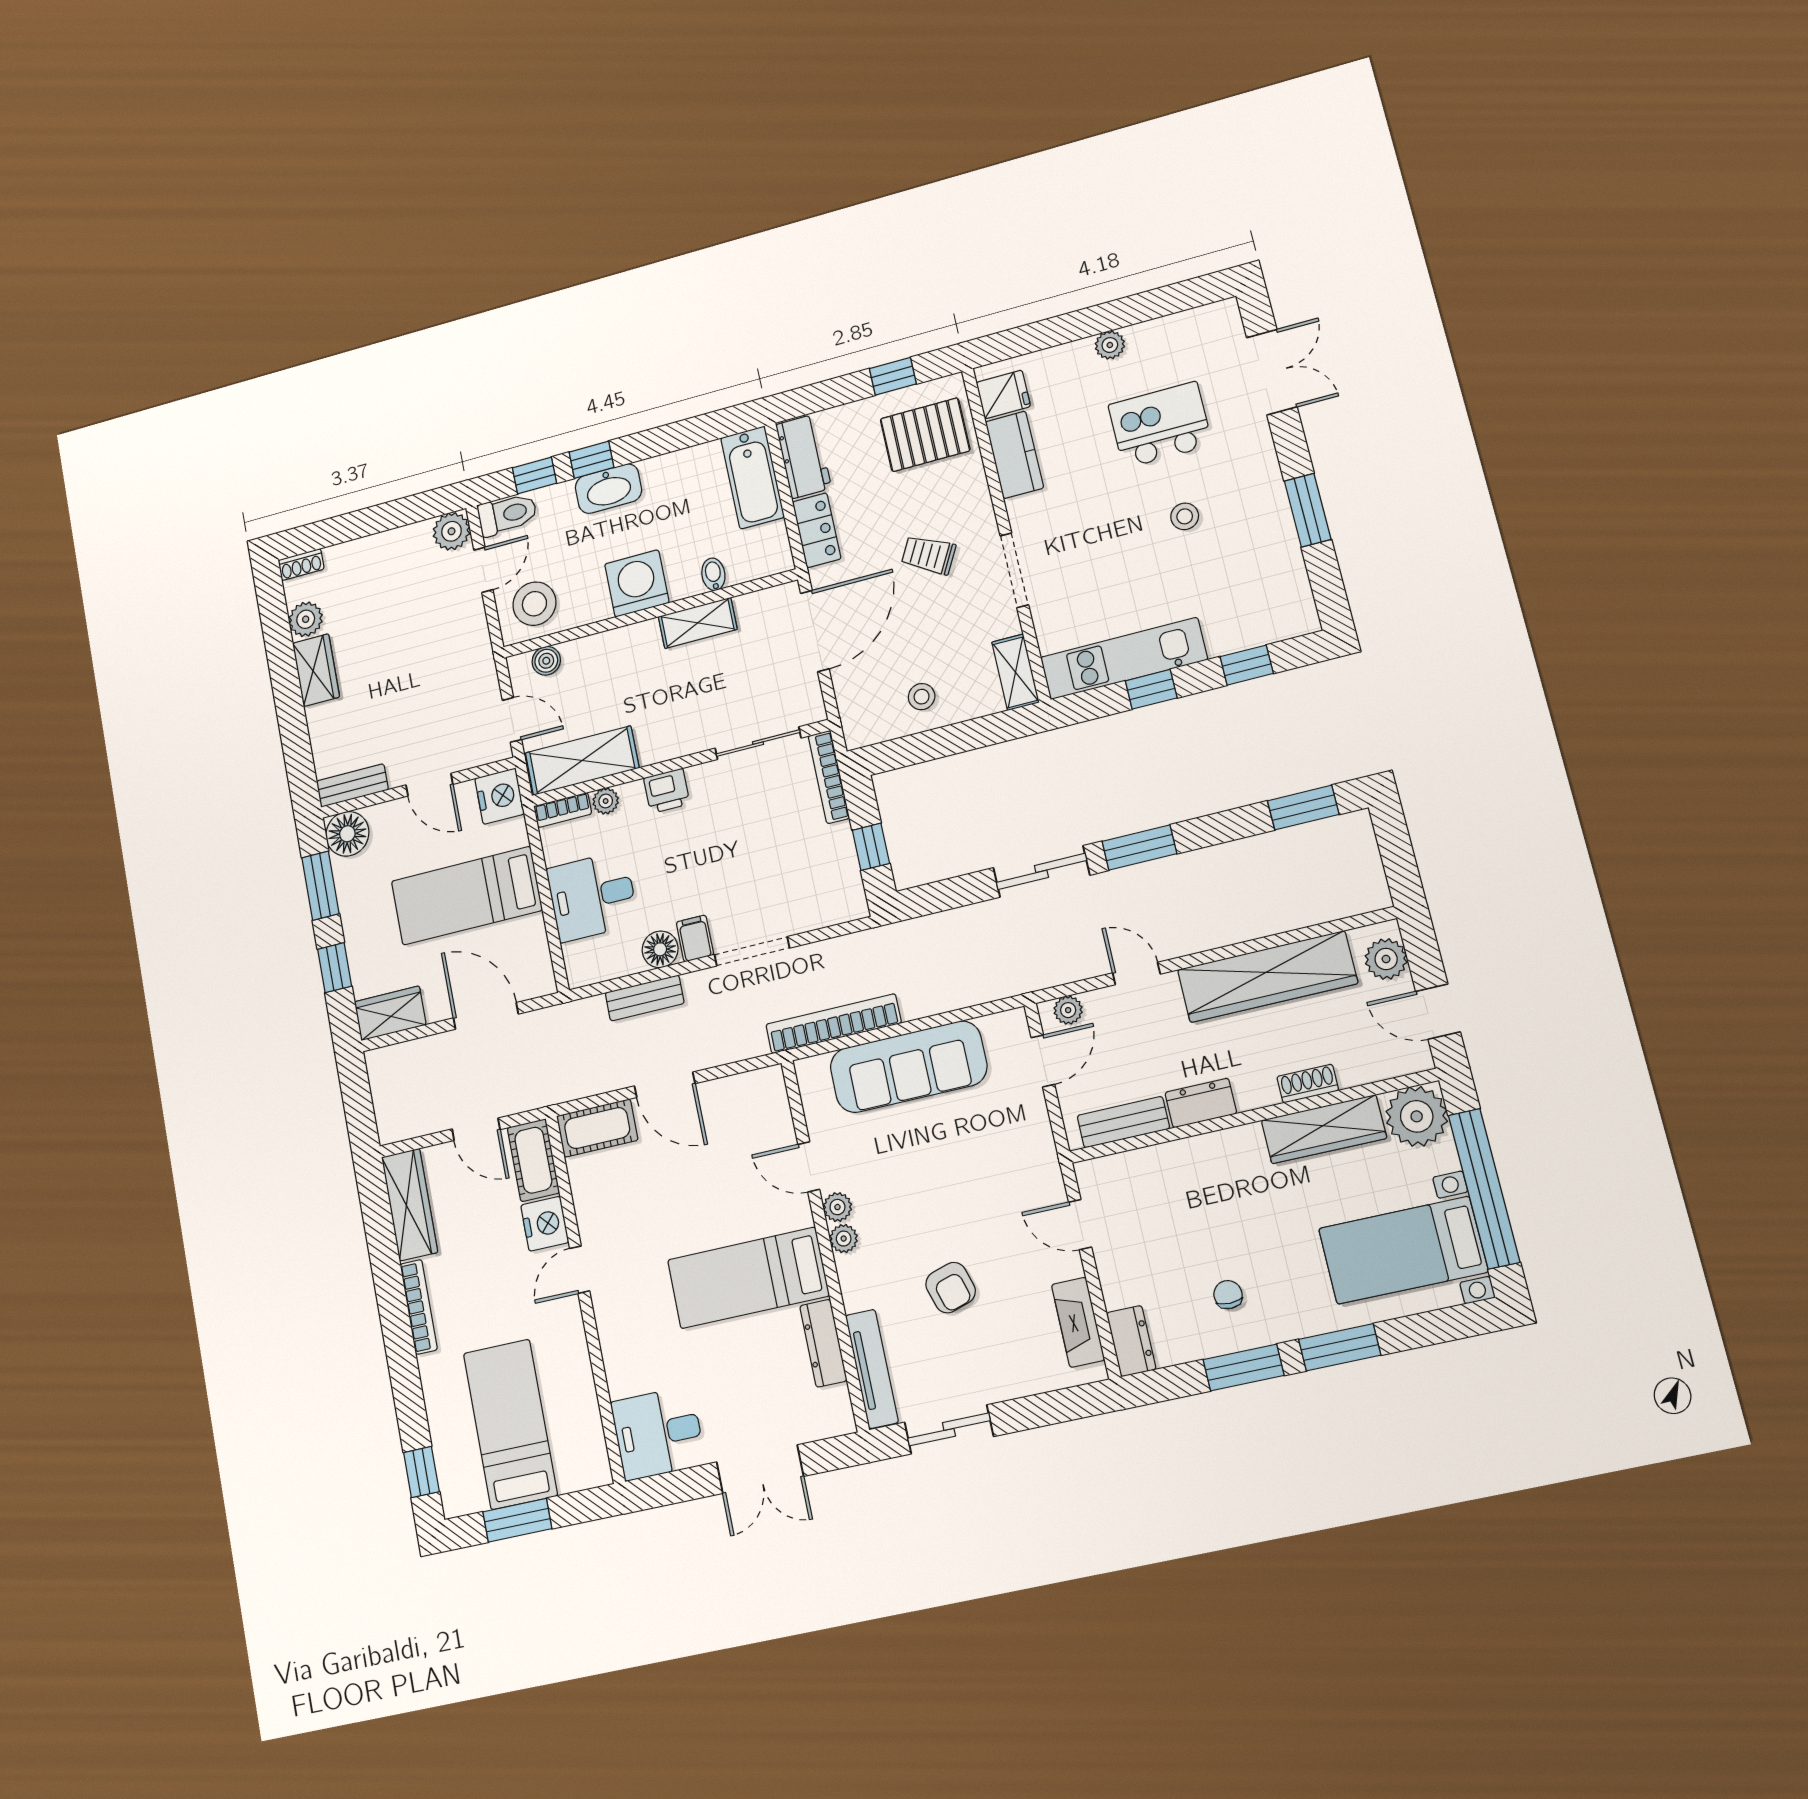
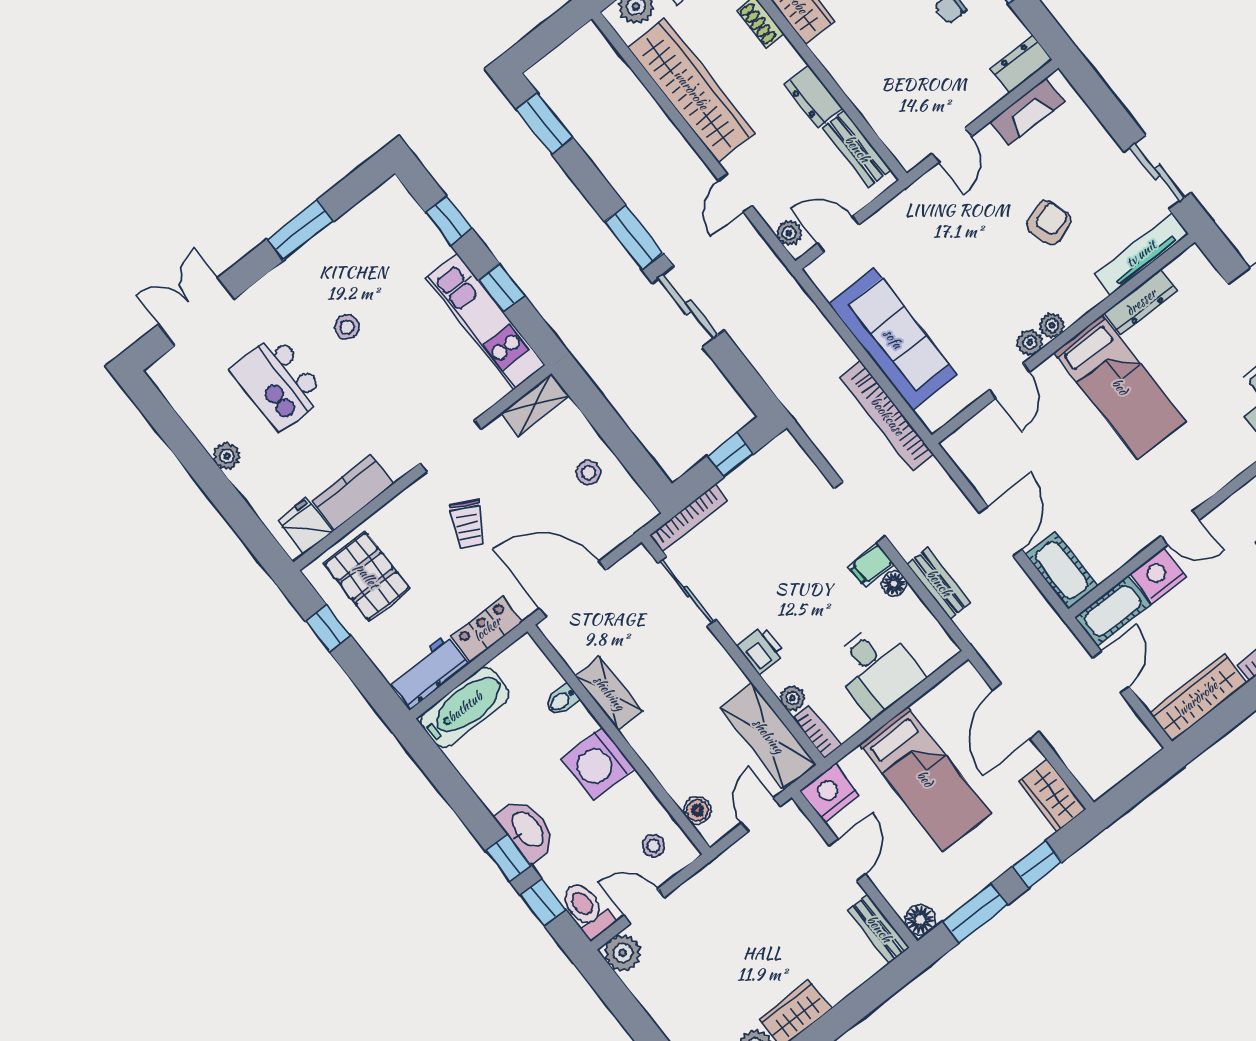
stool: (534, 604) -> (653, 846), width x0.53, depth x0.53
floor lamp: (347, 834) -> (920, 920), width x0.73, depth x0.73
floor lamp: (660, 949) -> (894, 584), width x0.73, depth x0.73

